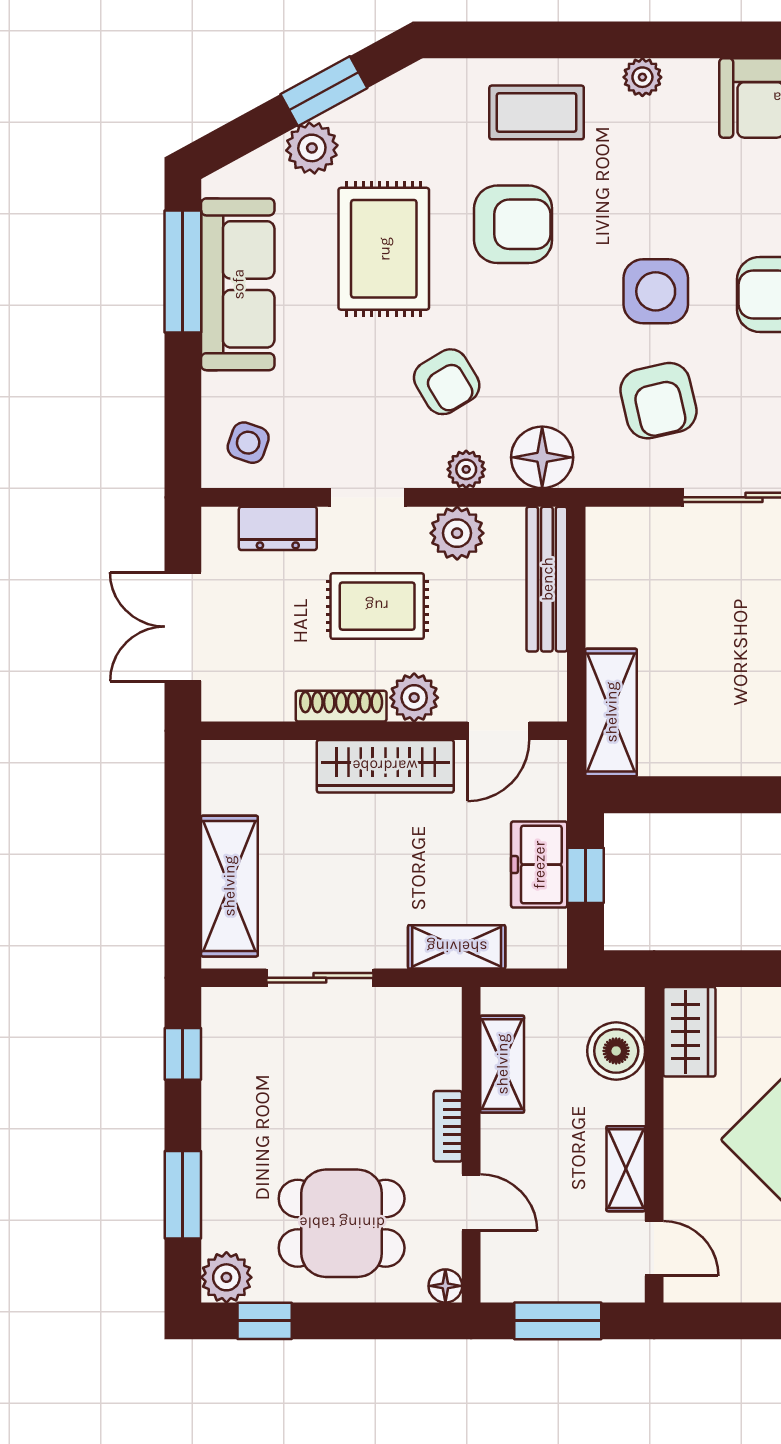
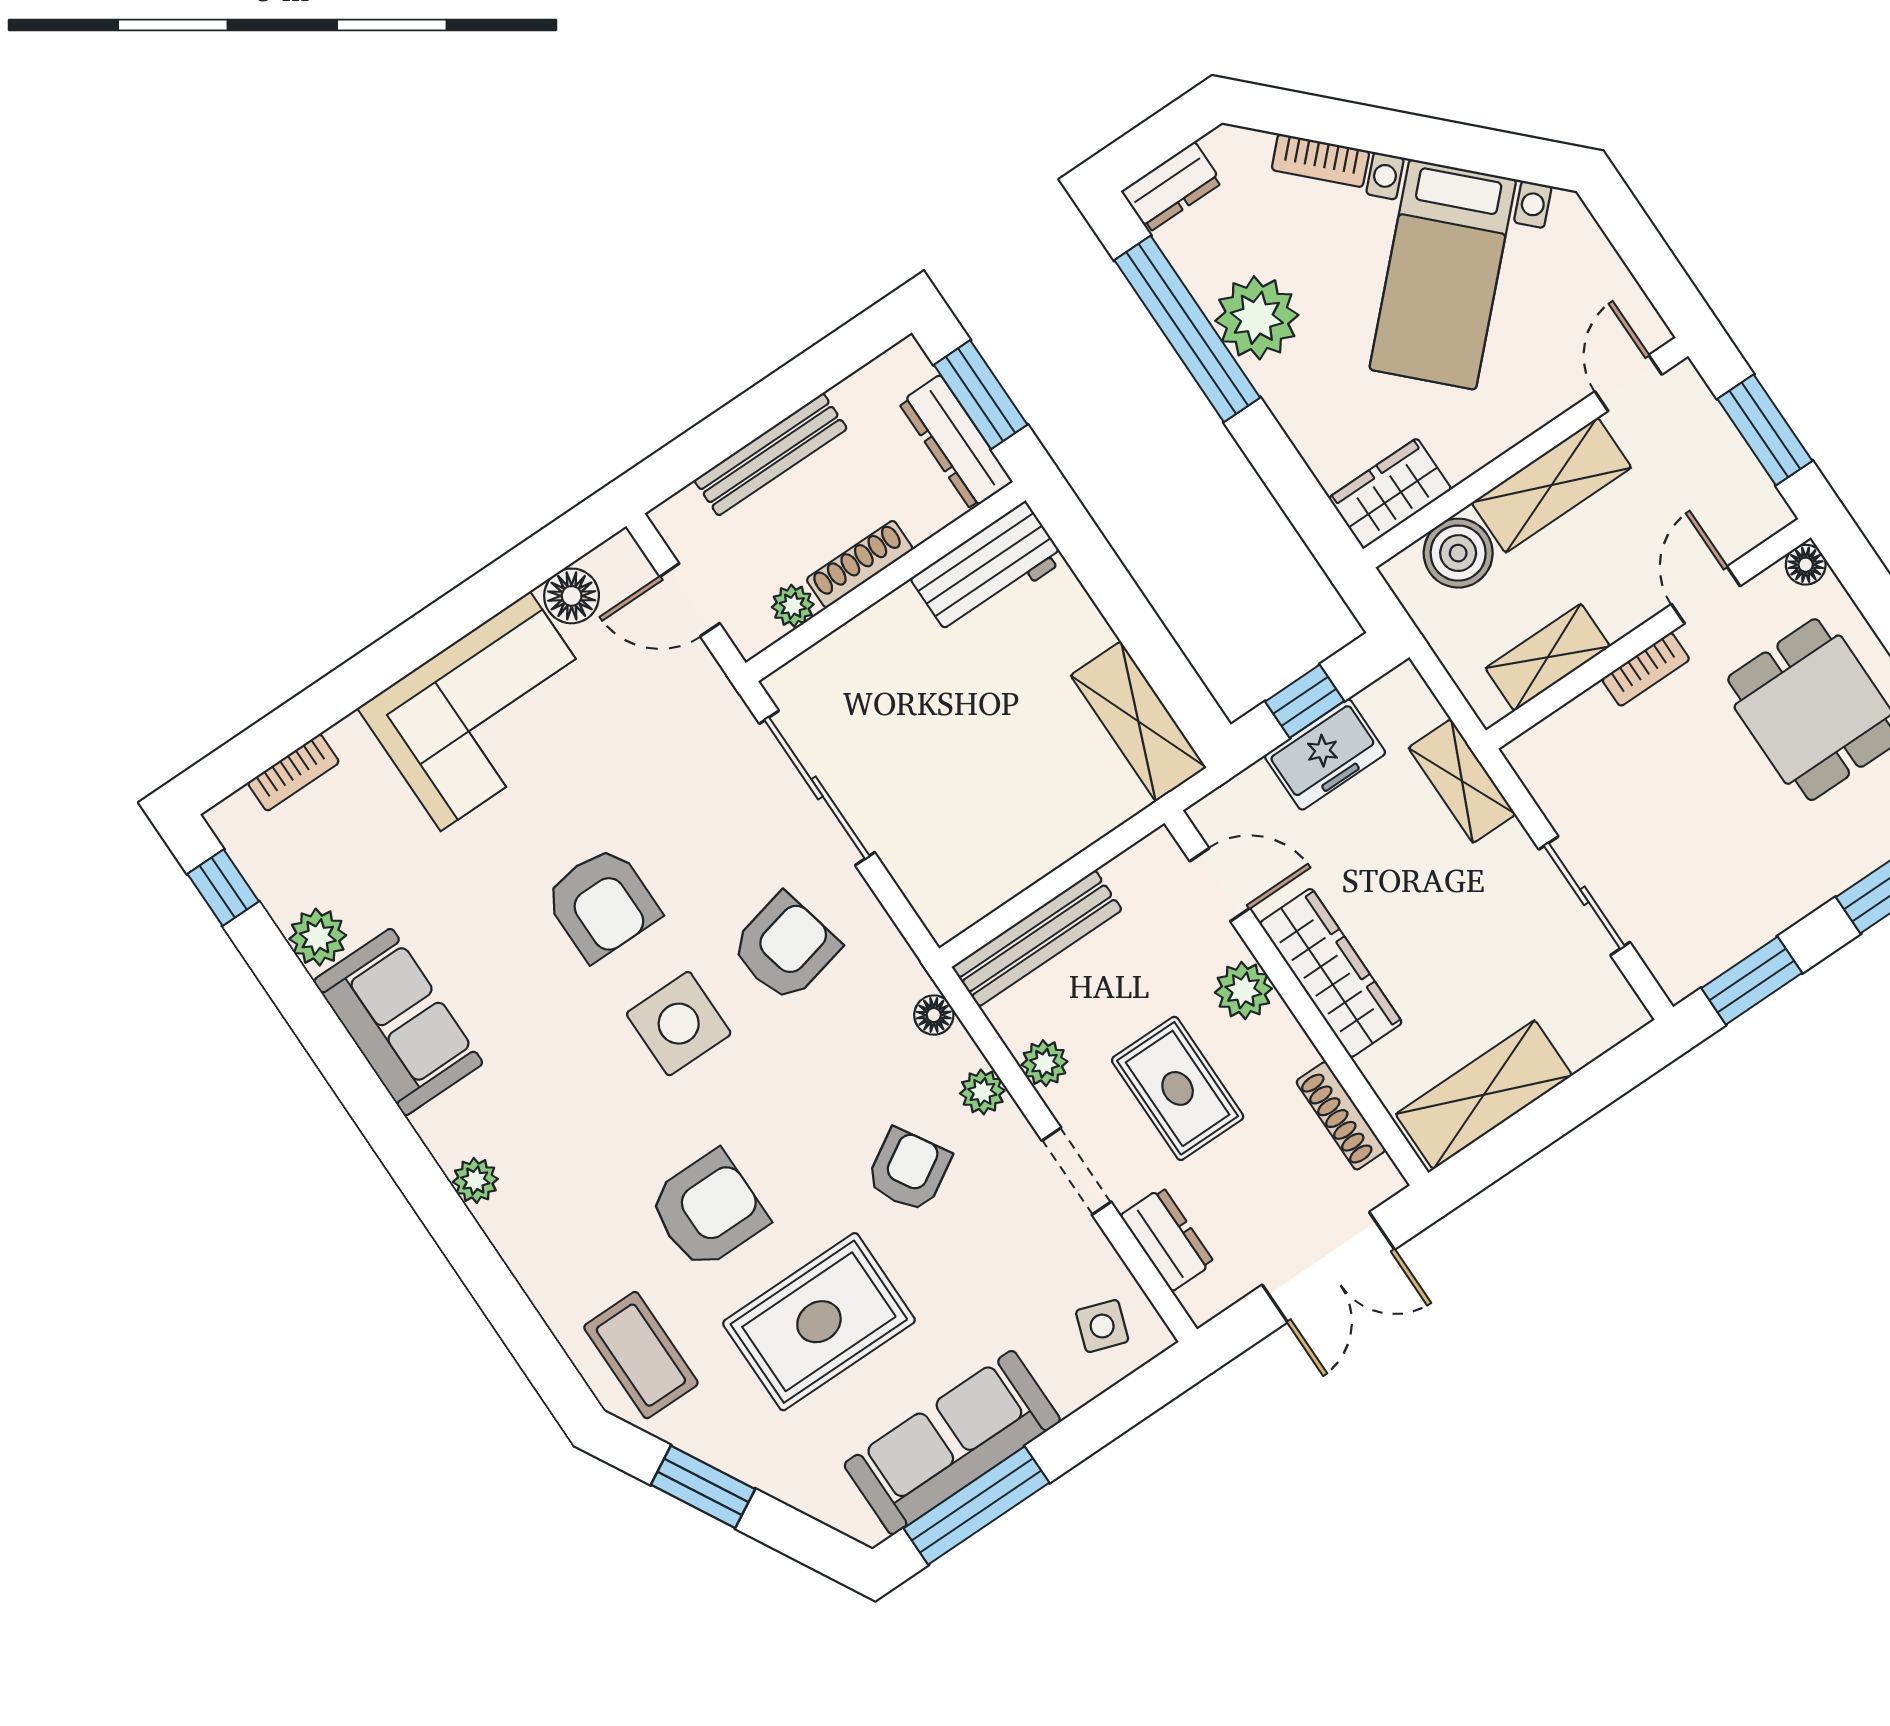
coffee table: (537, 112) -> (641, 1355), moved
plant: (312, 148) -> (767, 1461), removed
armchair: (513, 224) -> (708, 1210), turned 90
floor lamp: (542, 457) -> (934, 1015), width x0.53, depth x0.53
plant: (457, 533) -> (1044, 1063), width x0.73, depth x0.73
shoe rack: (341, 706) -> (1341, 1116), moved
shelving: (611, 712) -> (1138, 721), moved, turned 90
shelving: (229, 886) -> (1484, 1095), moved
window: (183, 1054) -> (1752, 981), width x1.50
shelving: (626, 1169) -> (1551, 485), width x1.50, depth x1.33

